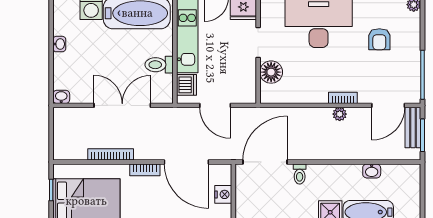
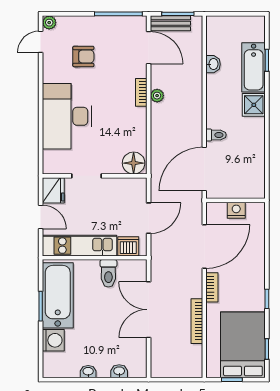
floor lamp: (271, 72) -> (134, 163), moved
washbasin: (61, 97) -> (119, 371), moved, turned 90
door: (265, 162) -> (204, 169), hinge flipped

